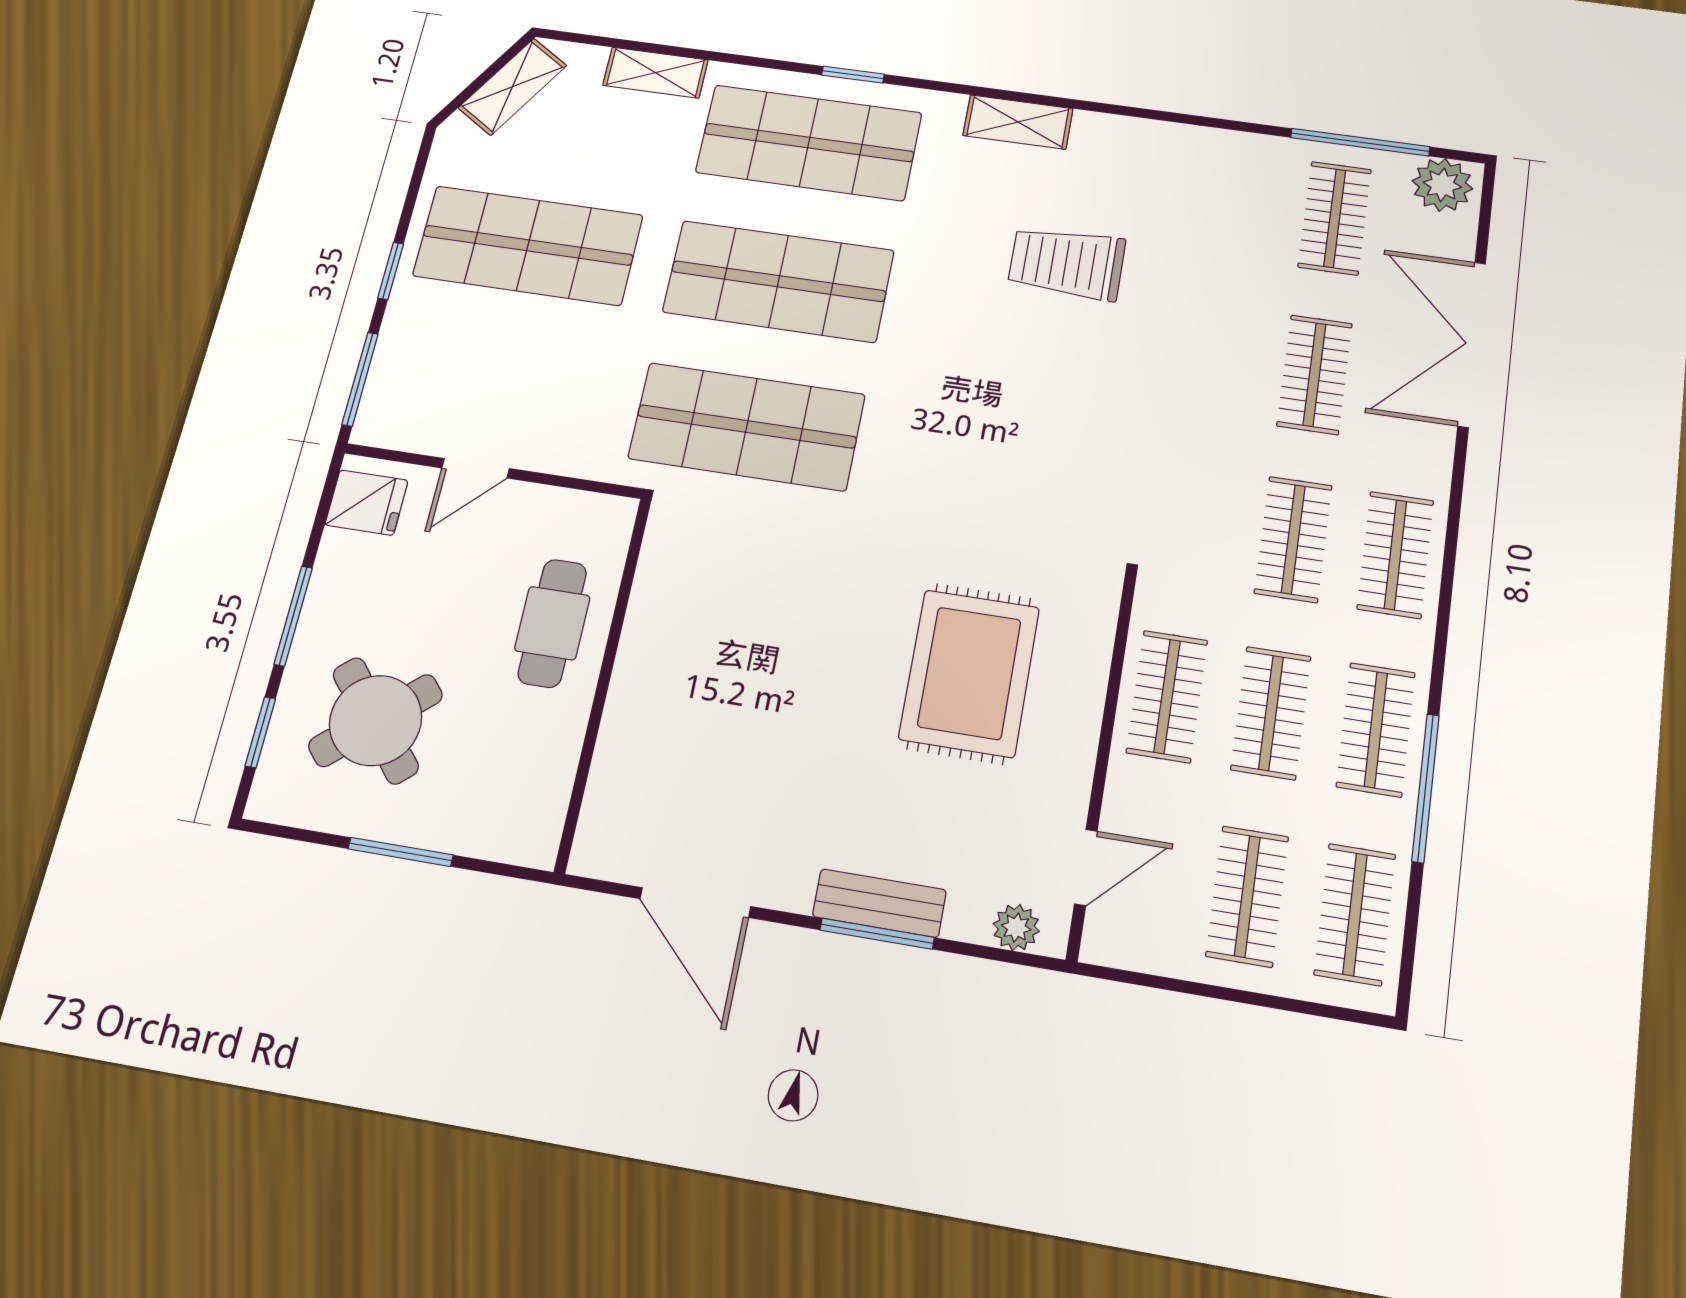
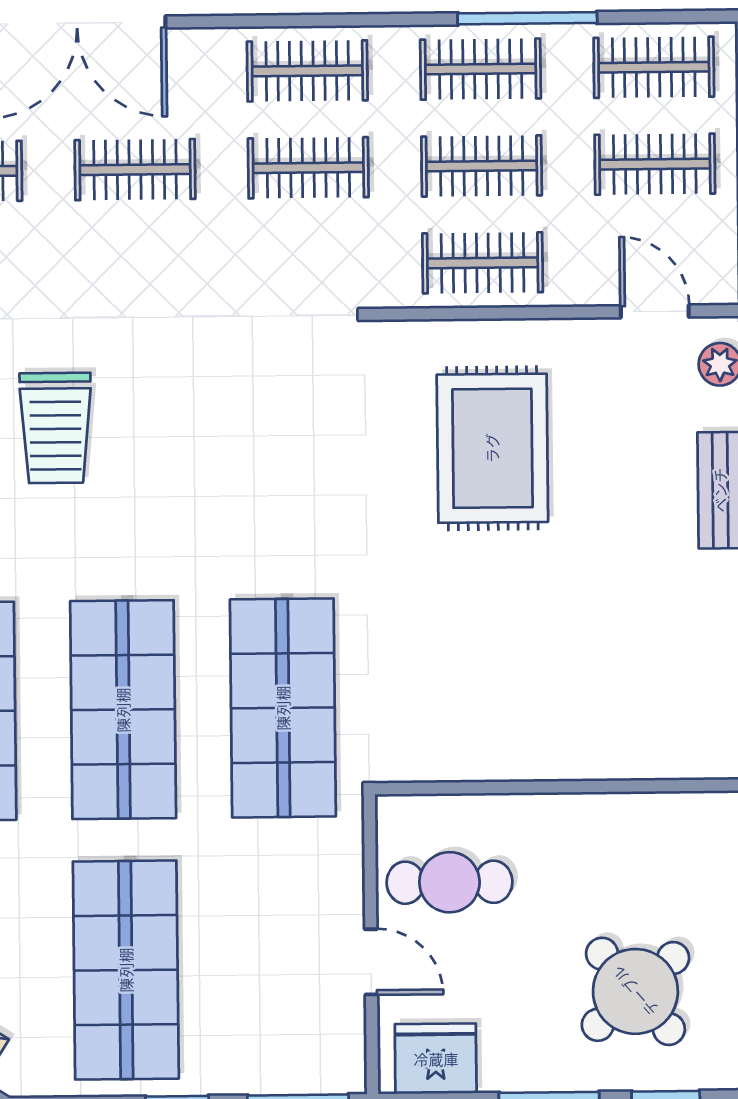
fridge: (366, 503) -> (436, 1059), width x1.38
cafe table: (552, 623) -> (449, 882), moved
rug: (969, 673) -> (492, 448), turned 90

